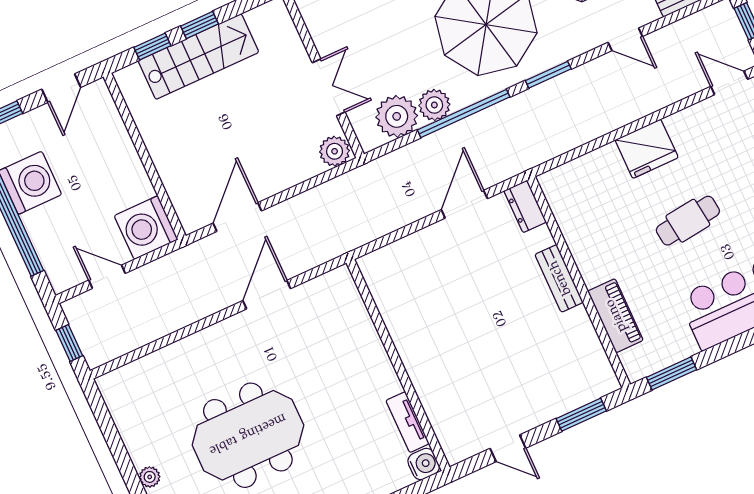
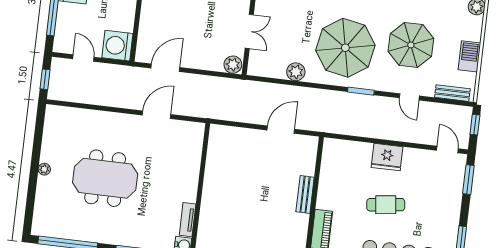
window: (464, 113) -> (308, 85), removed
plant: (397, 116) -> (274, 66), removed
dresser: (525, 206) -> (310, 149), removed

